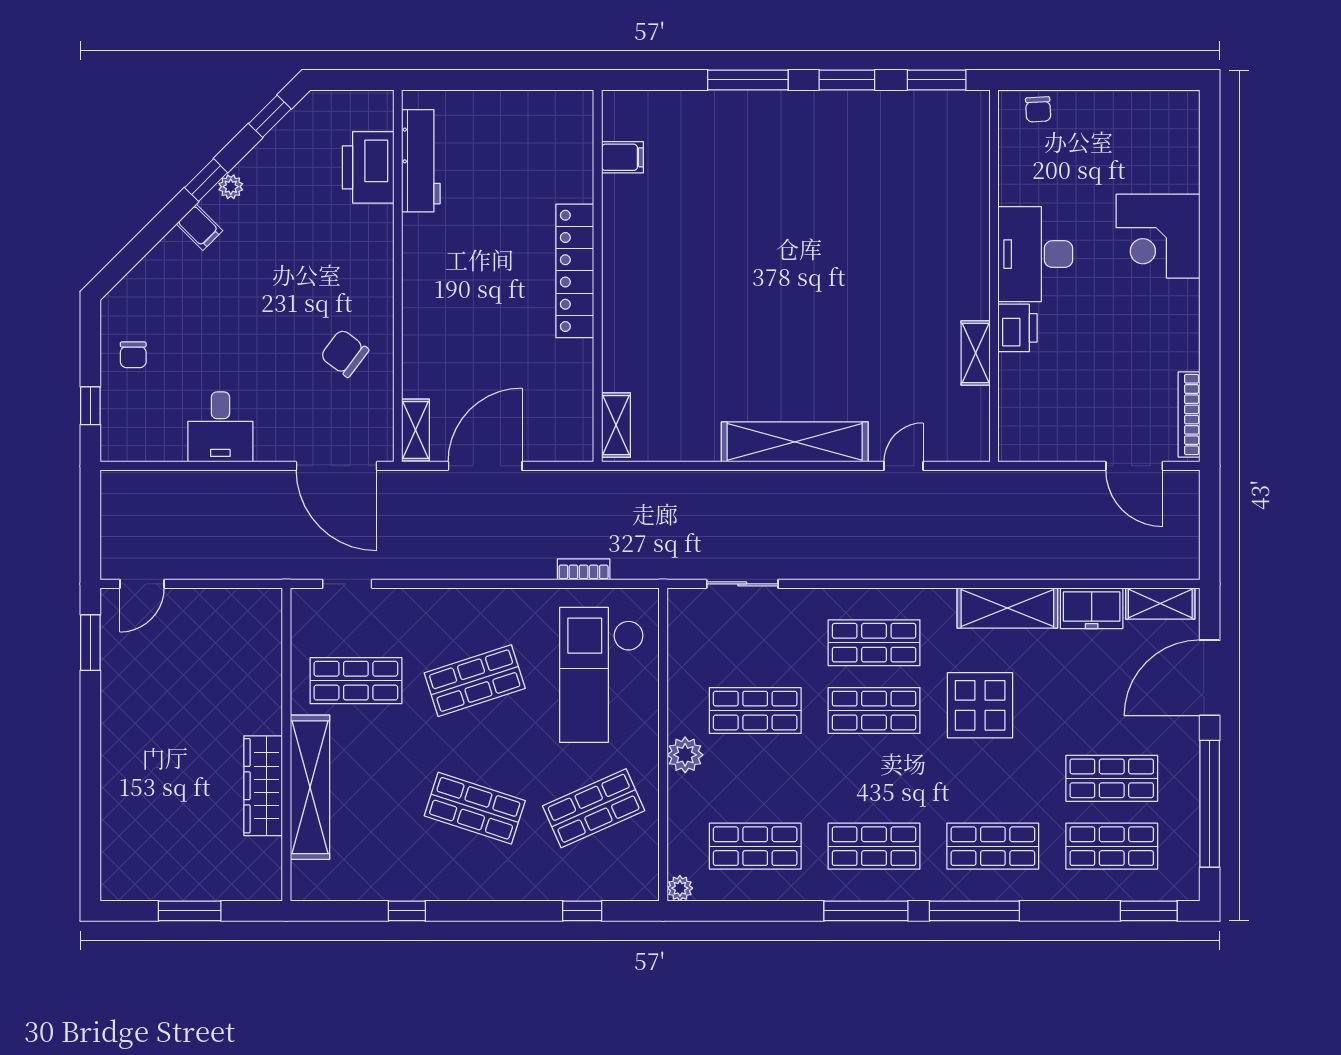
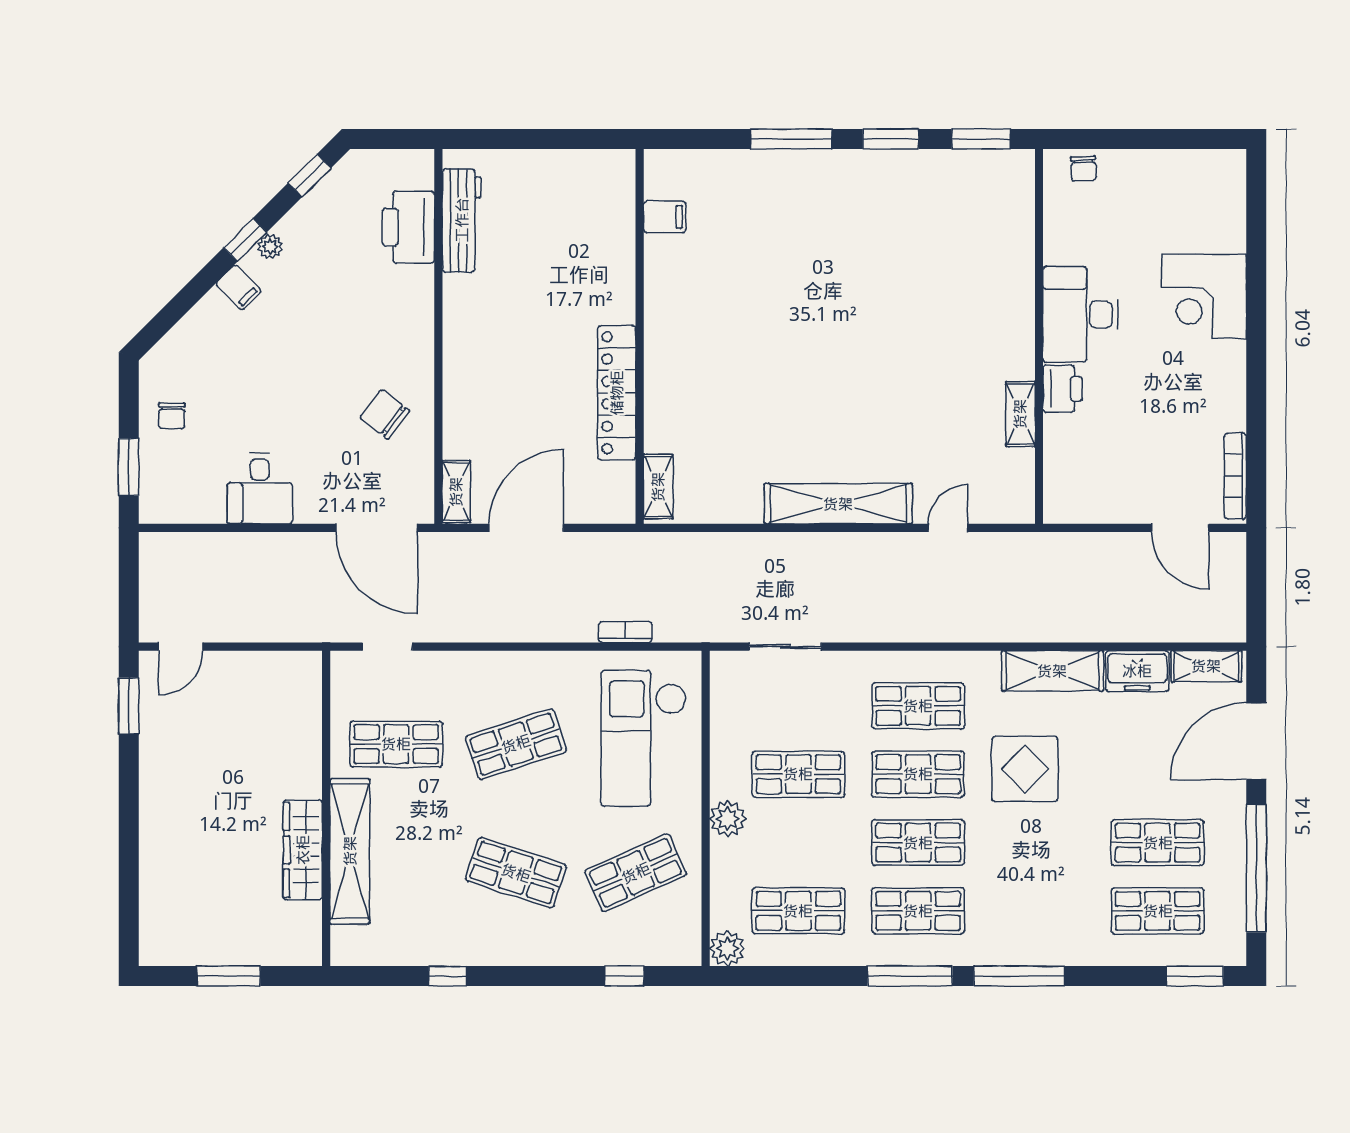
locker: (575, 271) -> (617, 393), moved
window: (90, 406) -> (129, 467), width x1.50
shop shelf: (993, 846) -> (918, 843), moved
plant: (680, 888) -> (727, 948), width x1.38, depth x1.38

